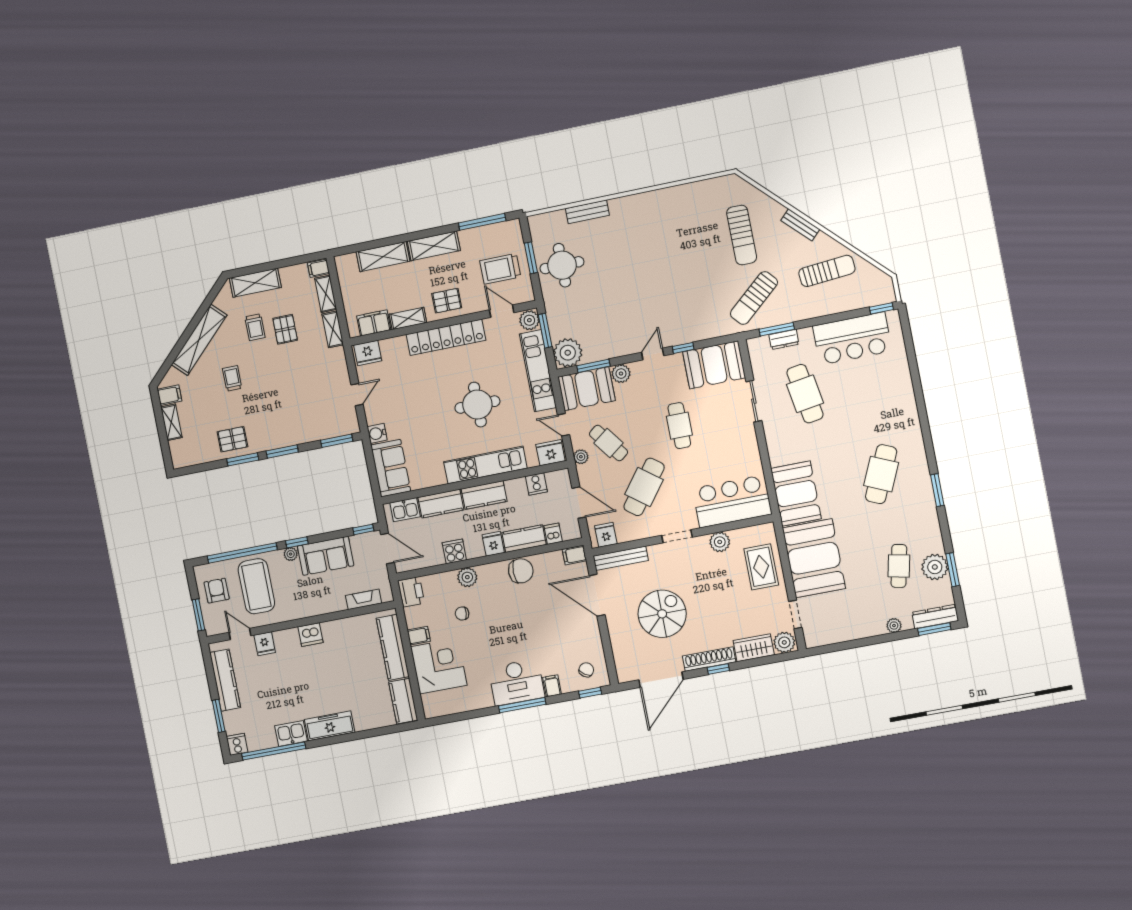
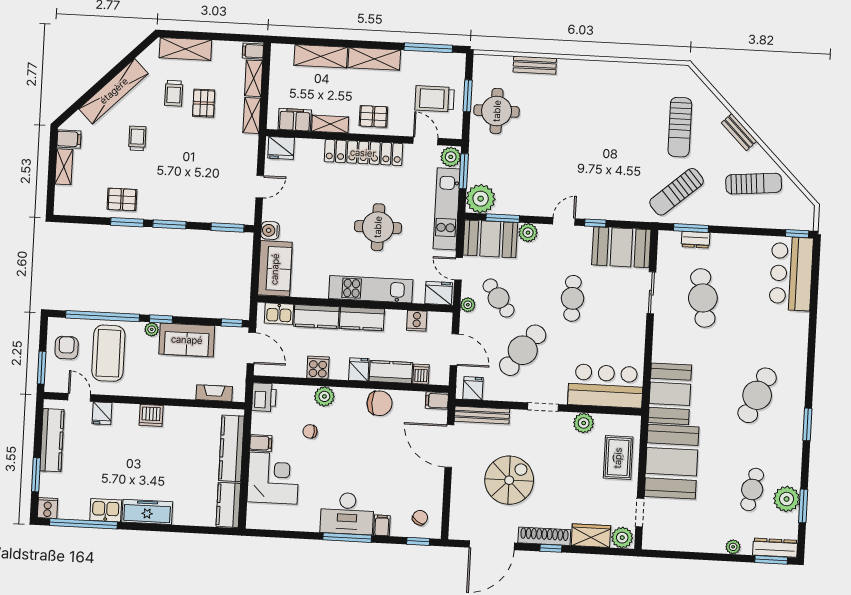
bar counter: (852, 339) -> (791, 274), moved, turned 90

